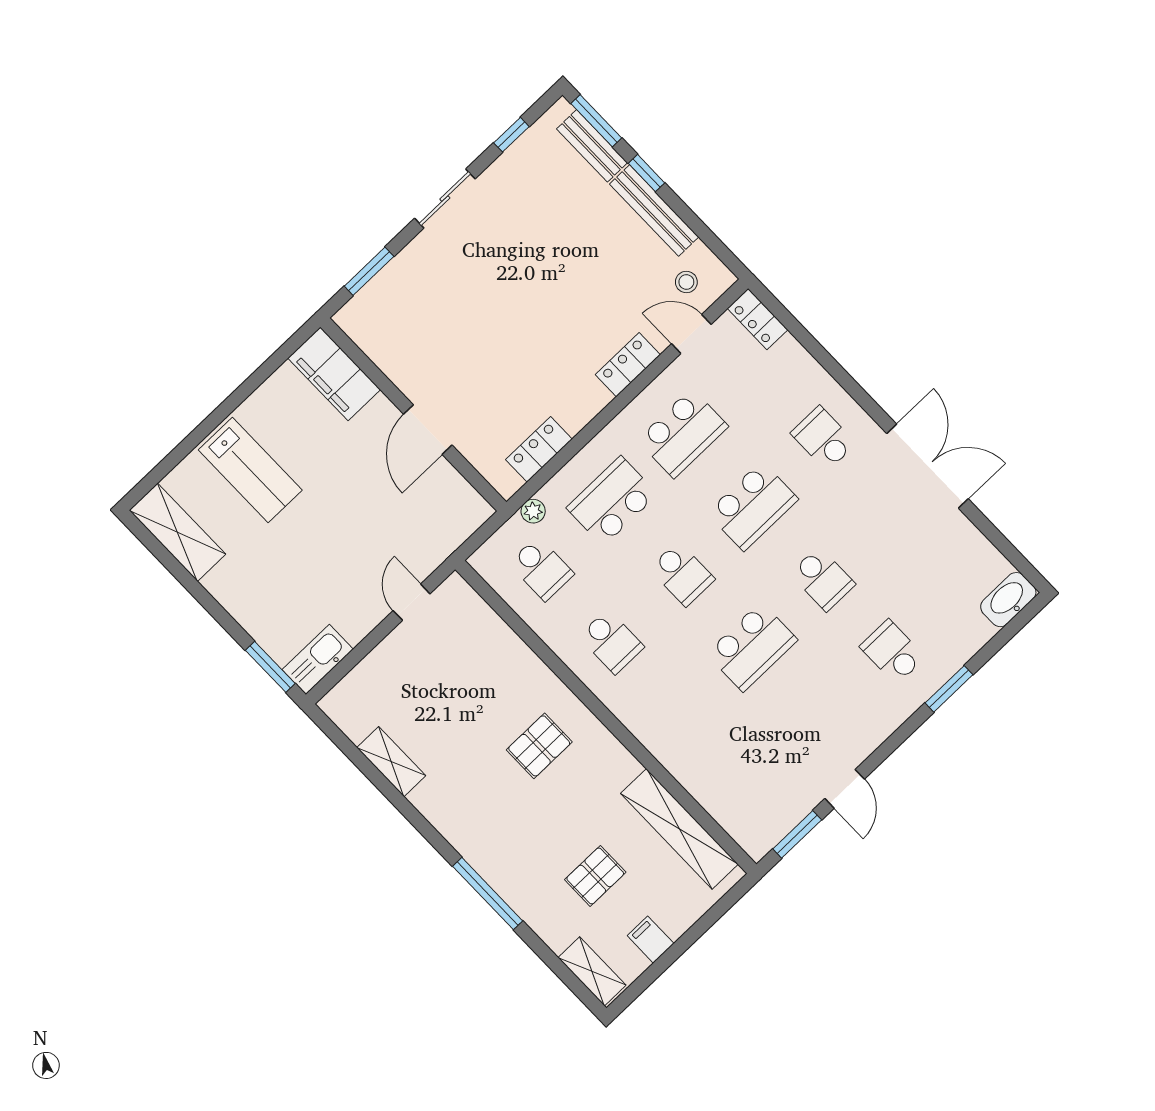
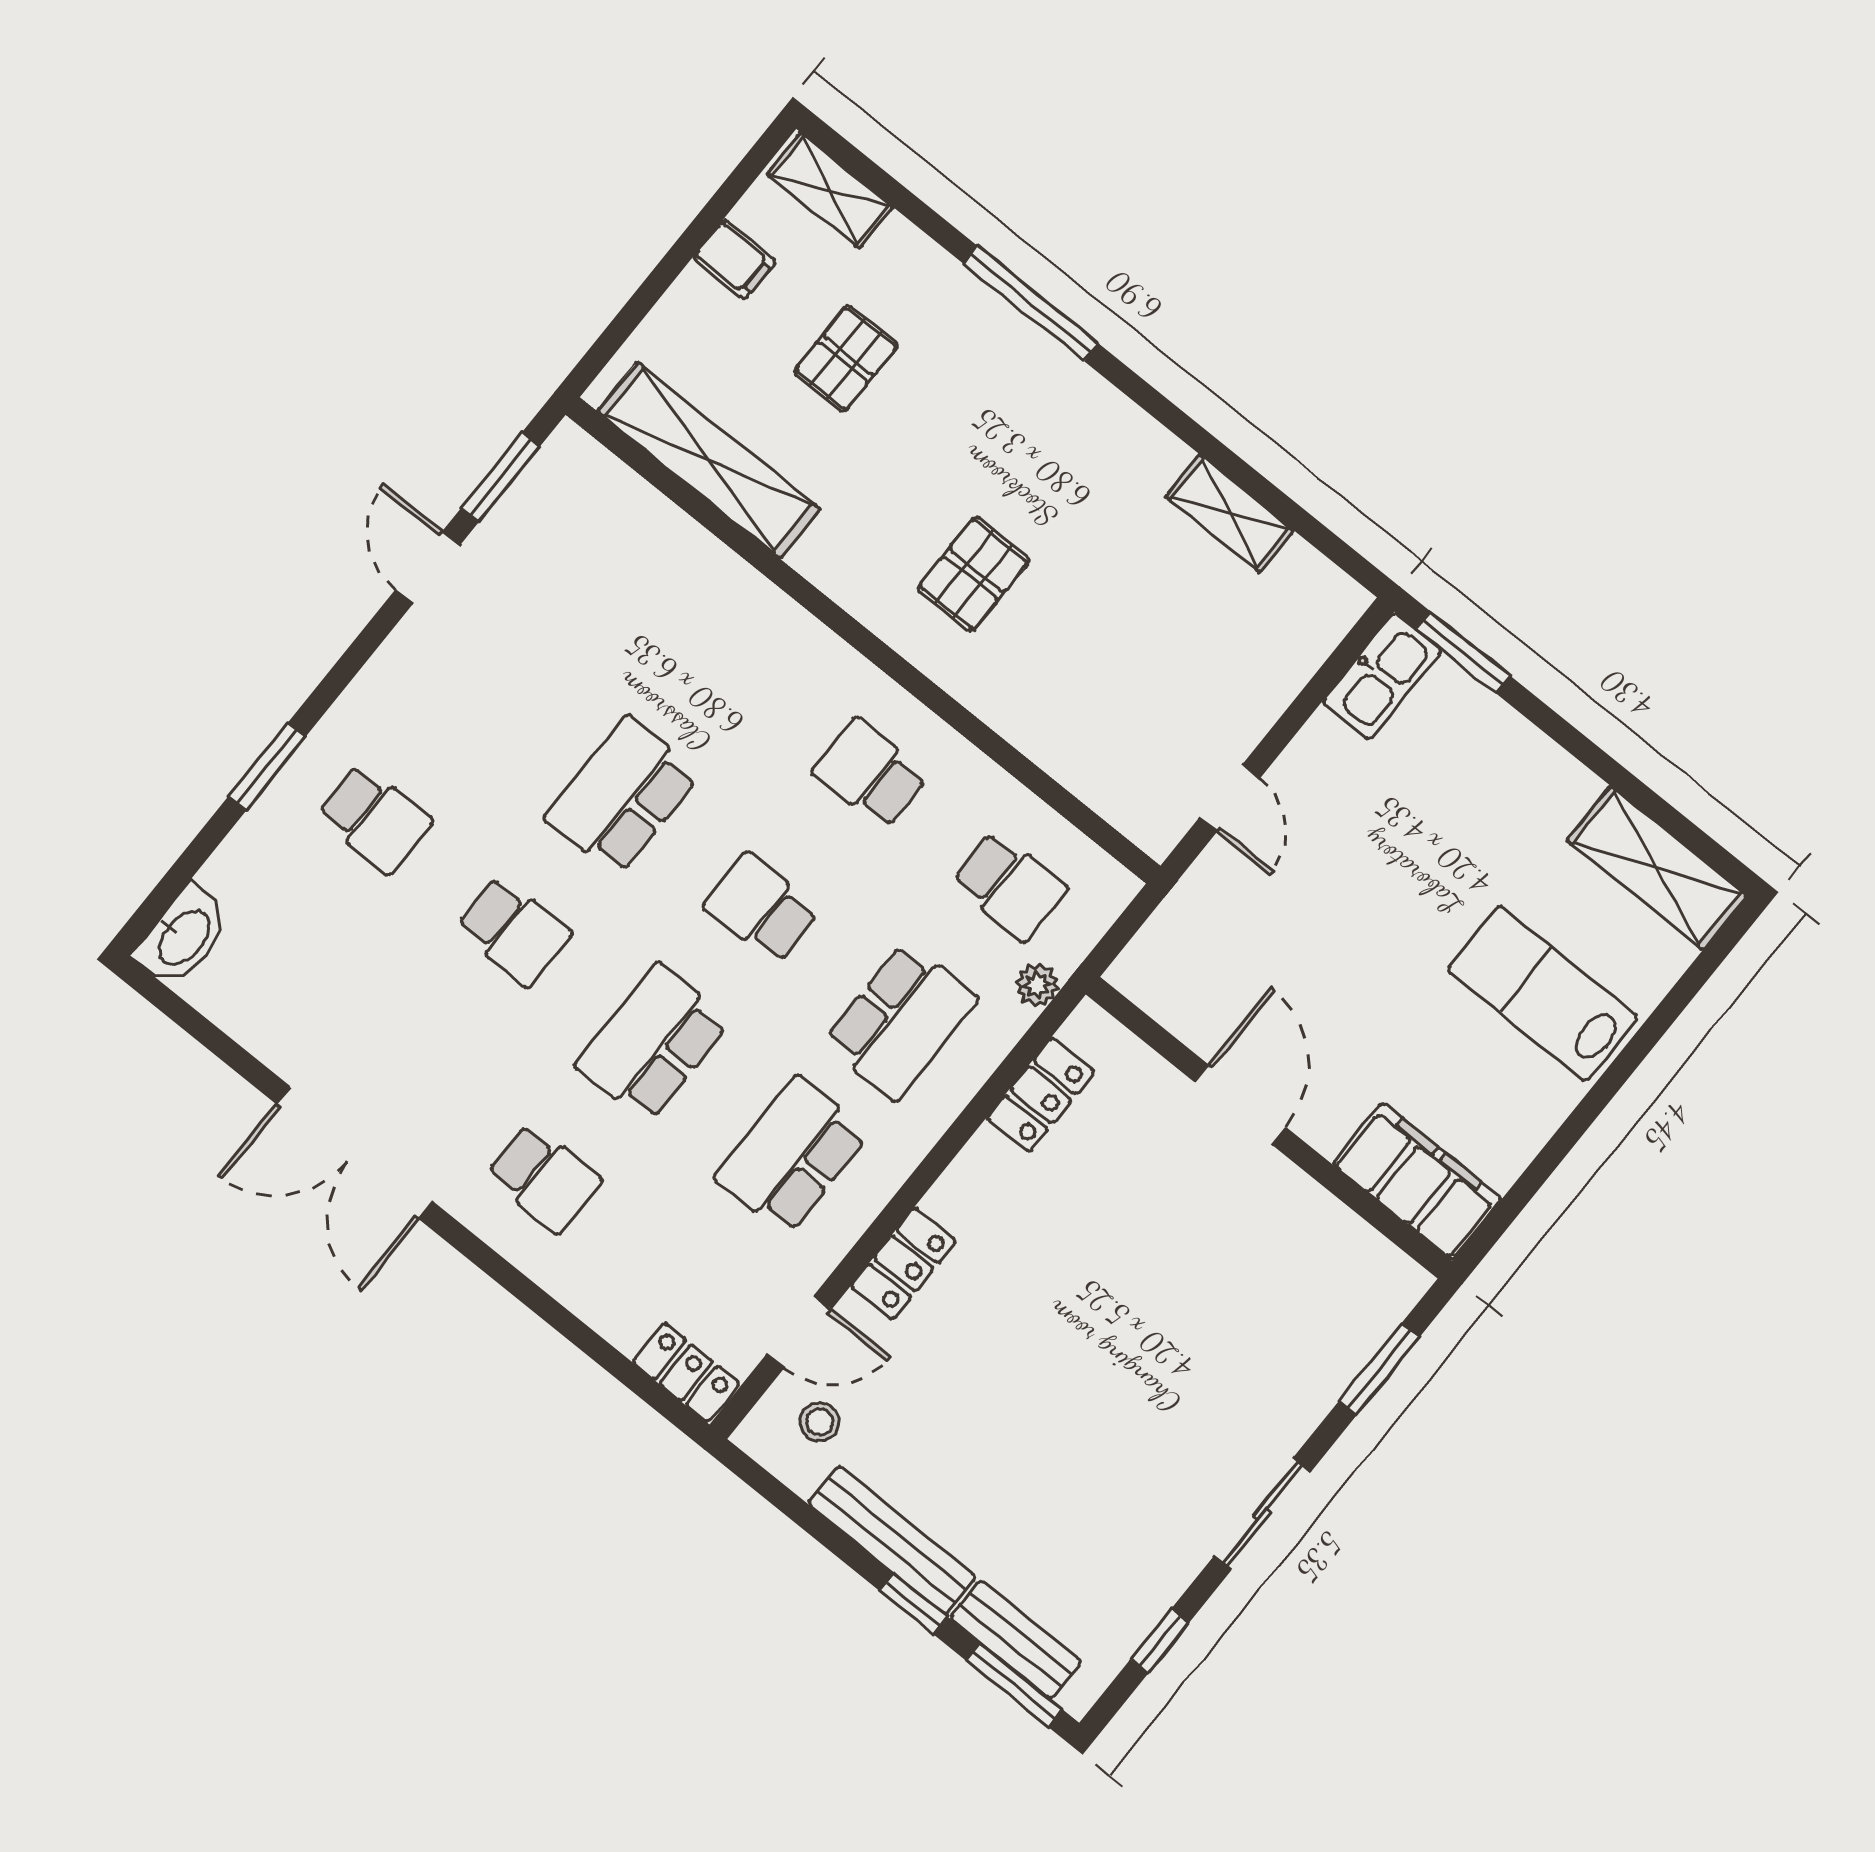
school desk: (541, 569) -> (1009, 886), turned 180
school desk: (823, 579) -> (514, 931), turned 180

